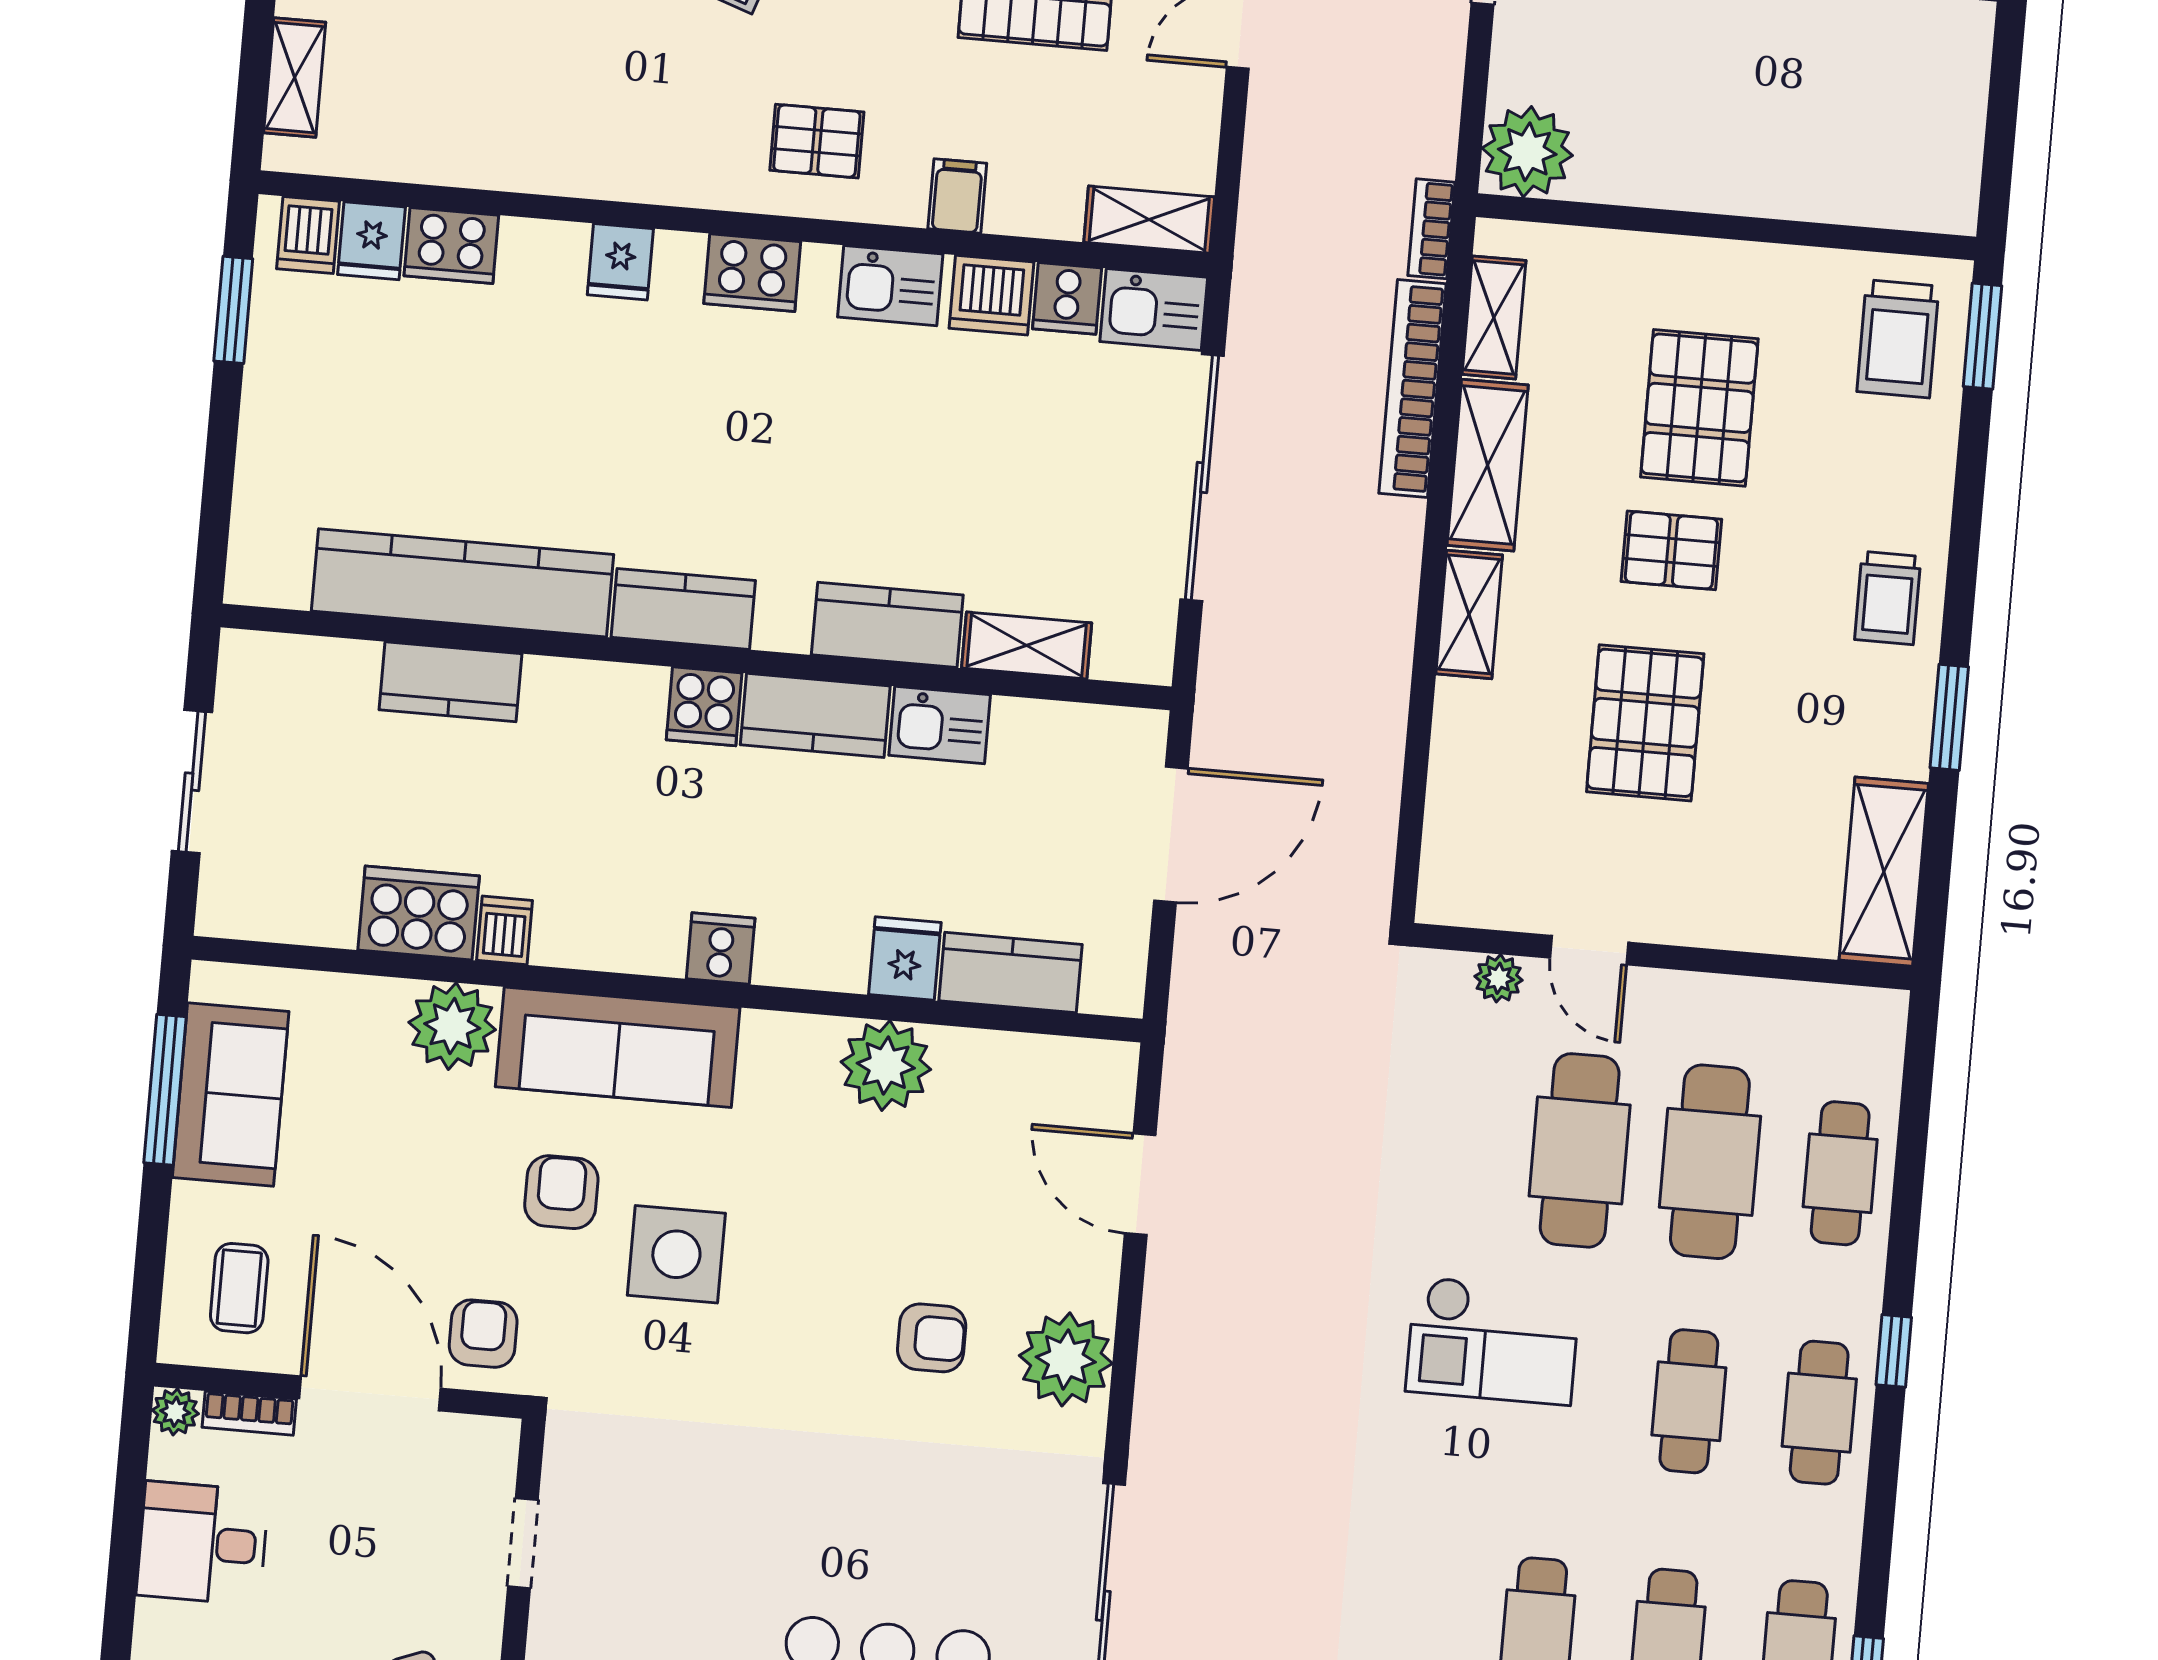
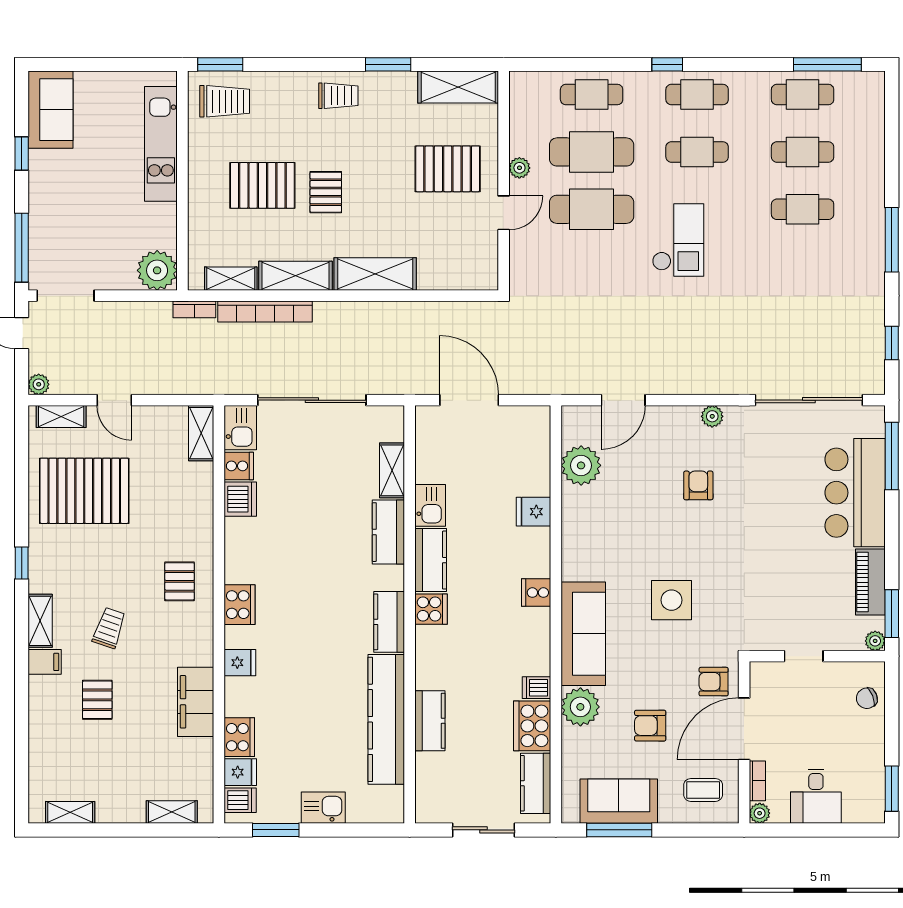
kitchen unit: (1814, 186) -> (161, 144), added
filing cabinet: (957, 196) -> (196, 702), moved, width x3.00, depth x1.17
kitchen sink: (890, 286) -> (323, 808), moved, turned -90
shelving: (1469, 614) -> (375, 274), width x1.50, depth x1.33
pallet: (1645, 723) -> (448, 169), moved
kitchen counter: (1011, 973) -> (536, 783), moved
plant: (1499, 978) -> (519, 168), moved
plant: (886, 1066) -> (581, 465), moved
armchair: (561, 1192) -> (650, 726), moved
plant: (1066, 1359) -> (712, 416), width x0.53, depth x0.53

